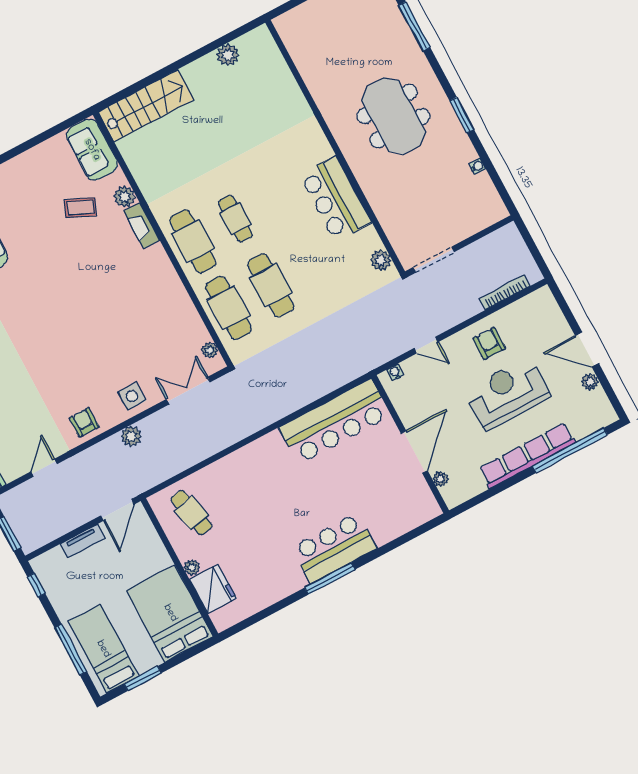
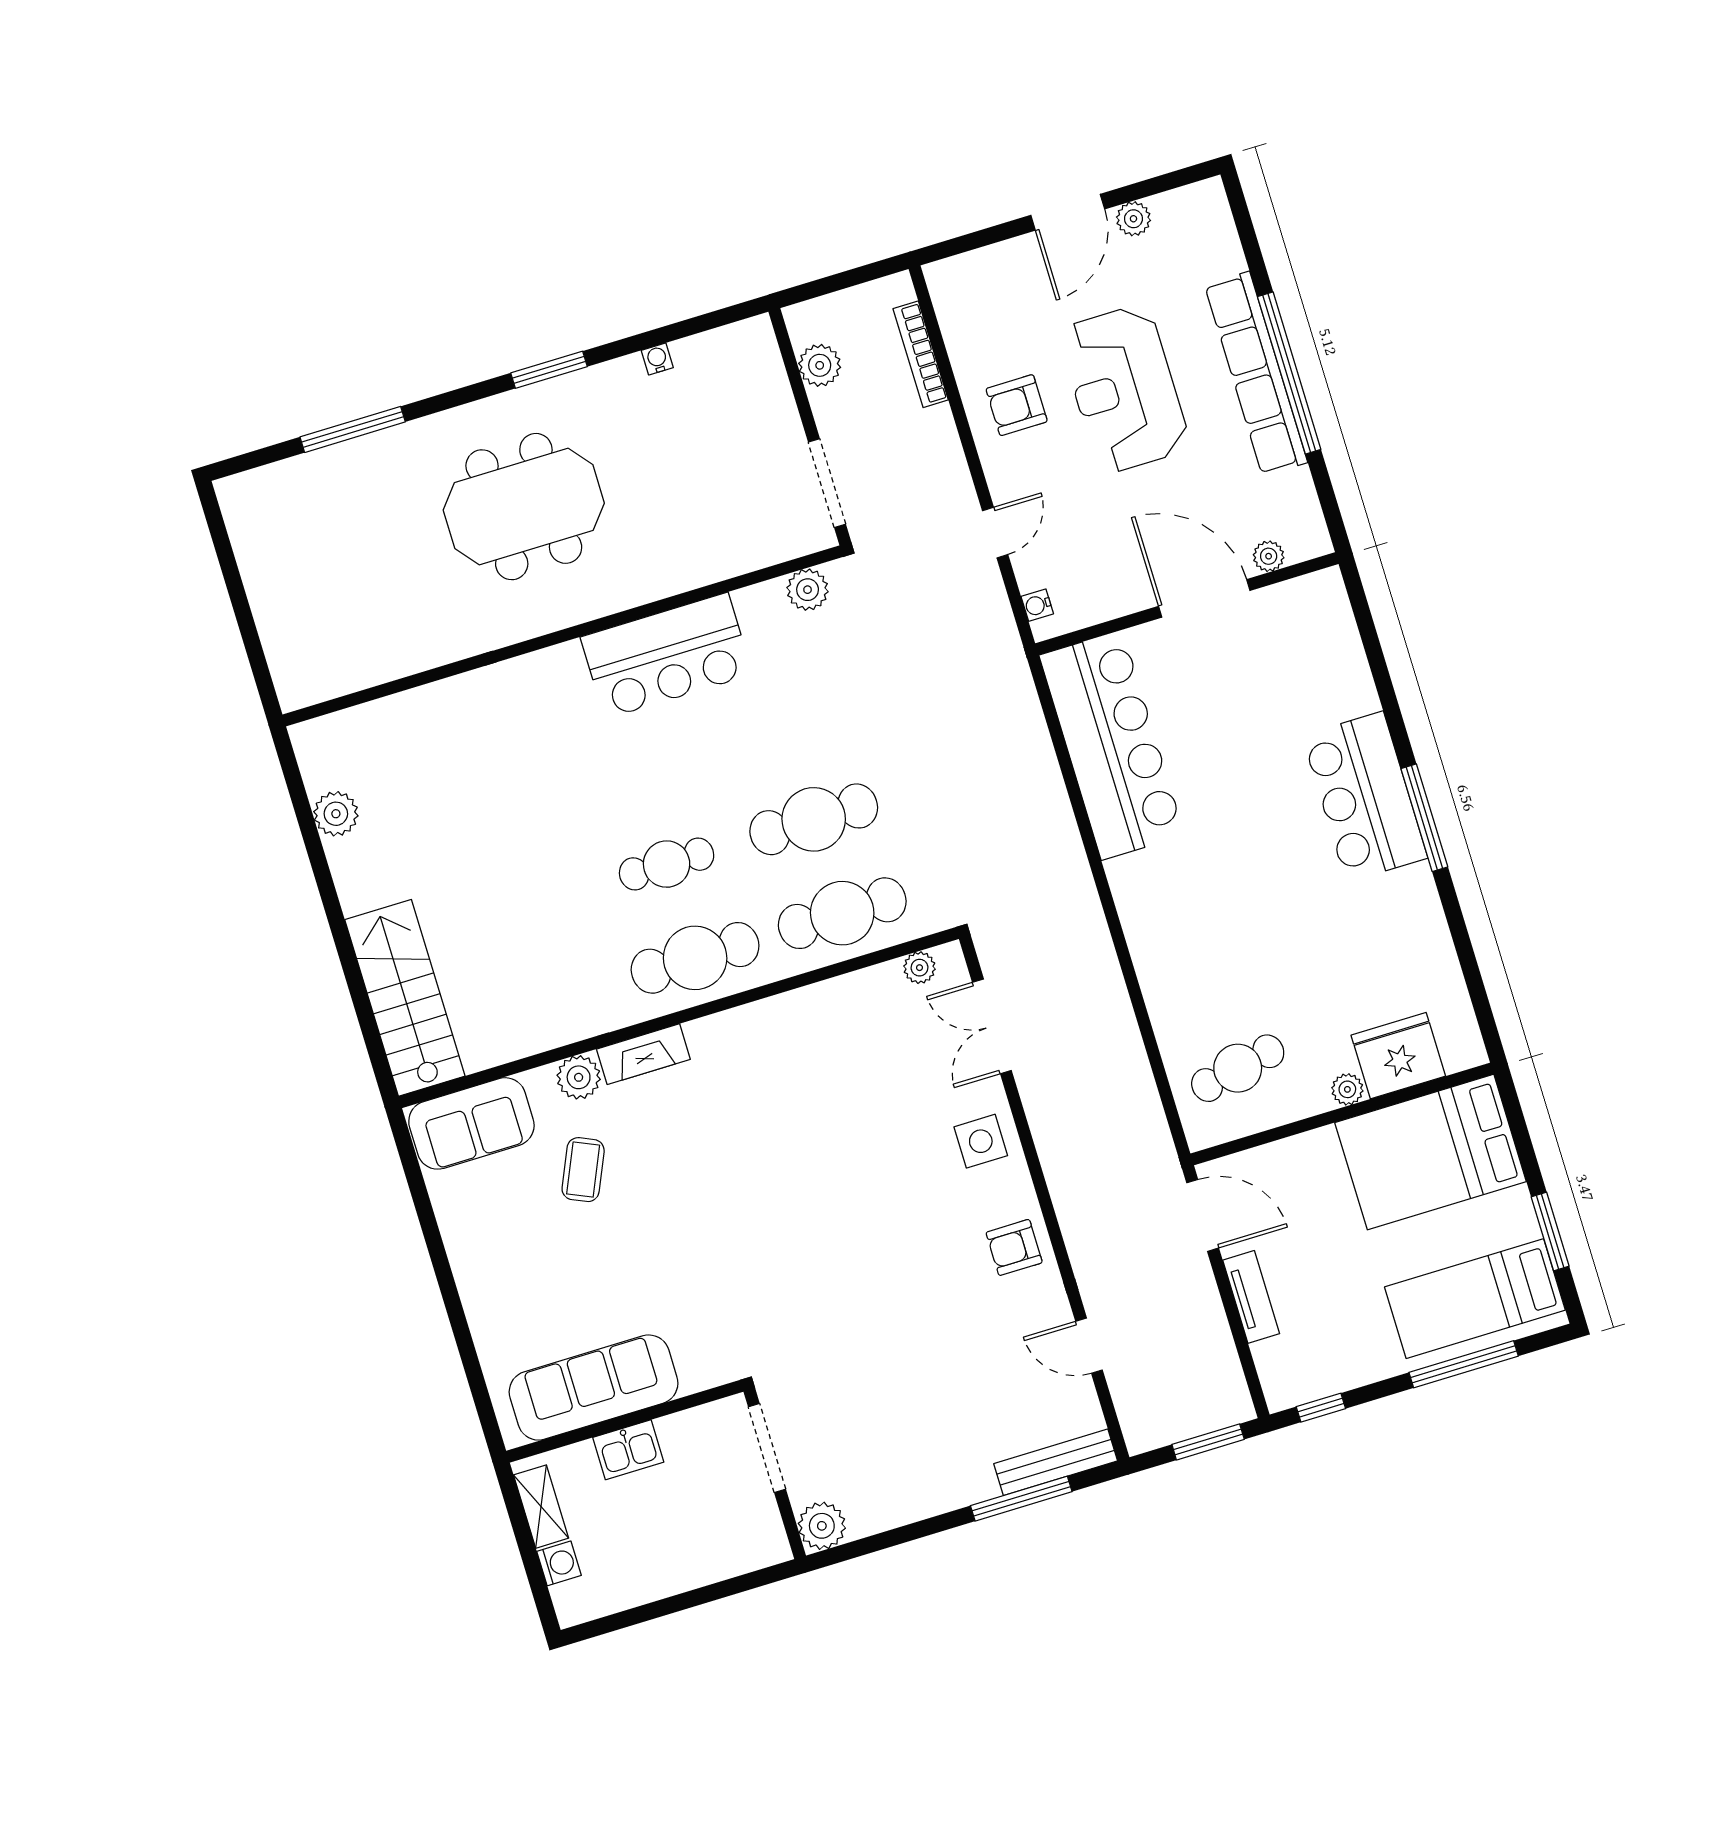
plant: (131, 436) -> (820, 365), moved
window: (570, 450) -> (1289, 373), moved

